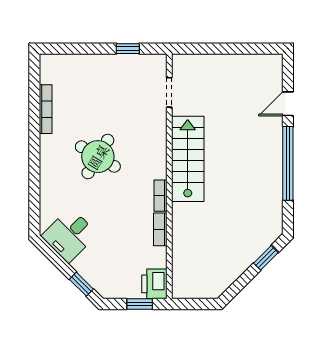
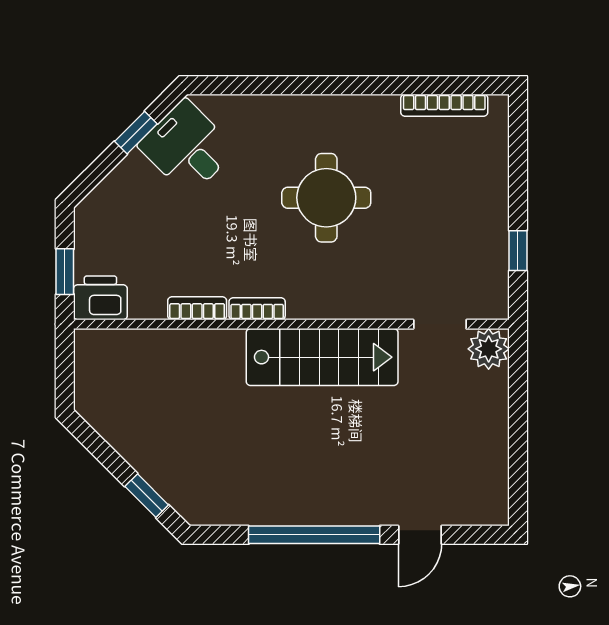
plant: (183, 65) -> (489, 349), added
door: (288, 104) -> (420, 535), swing flipped
bookcase: (46, 109) -> (444, 105), moved
round table: (98, 157) -> (326, 198), turned -31
window: (81, 284) -> (136, 133), moved

